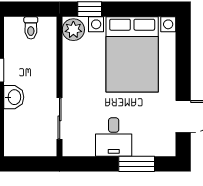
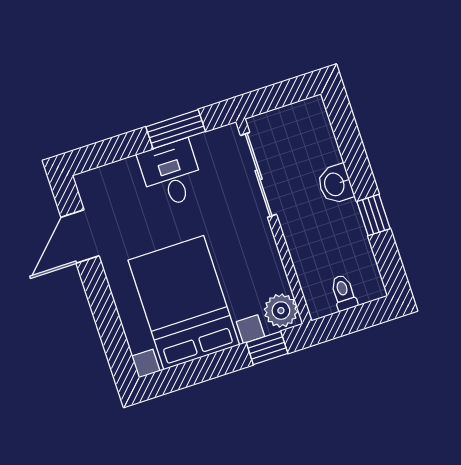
sliding door: (60, 118) -> (259, 175), width x1.37
window: (137, 164) -> (176, 129), moved

